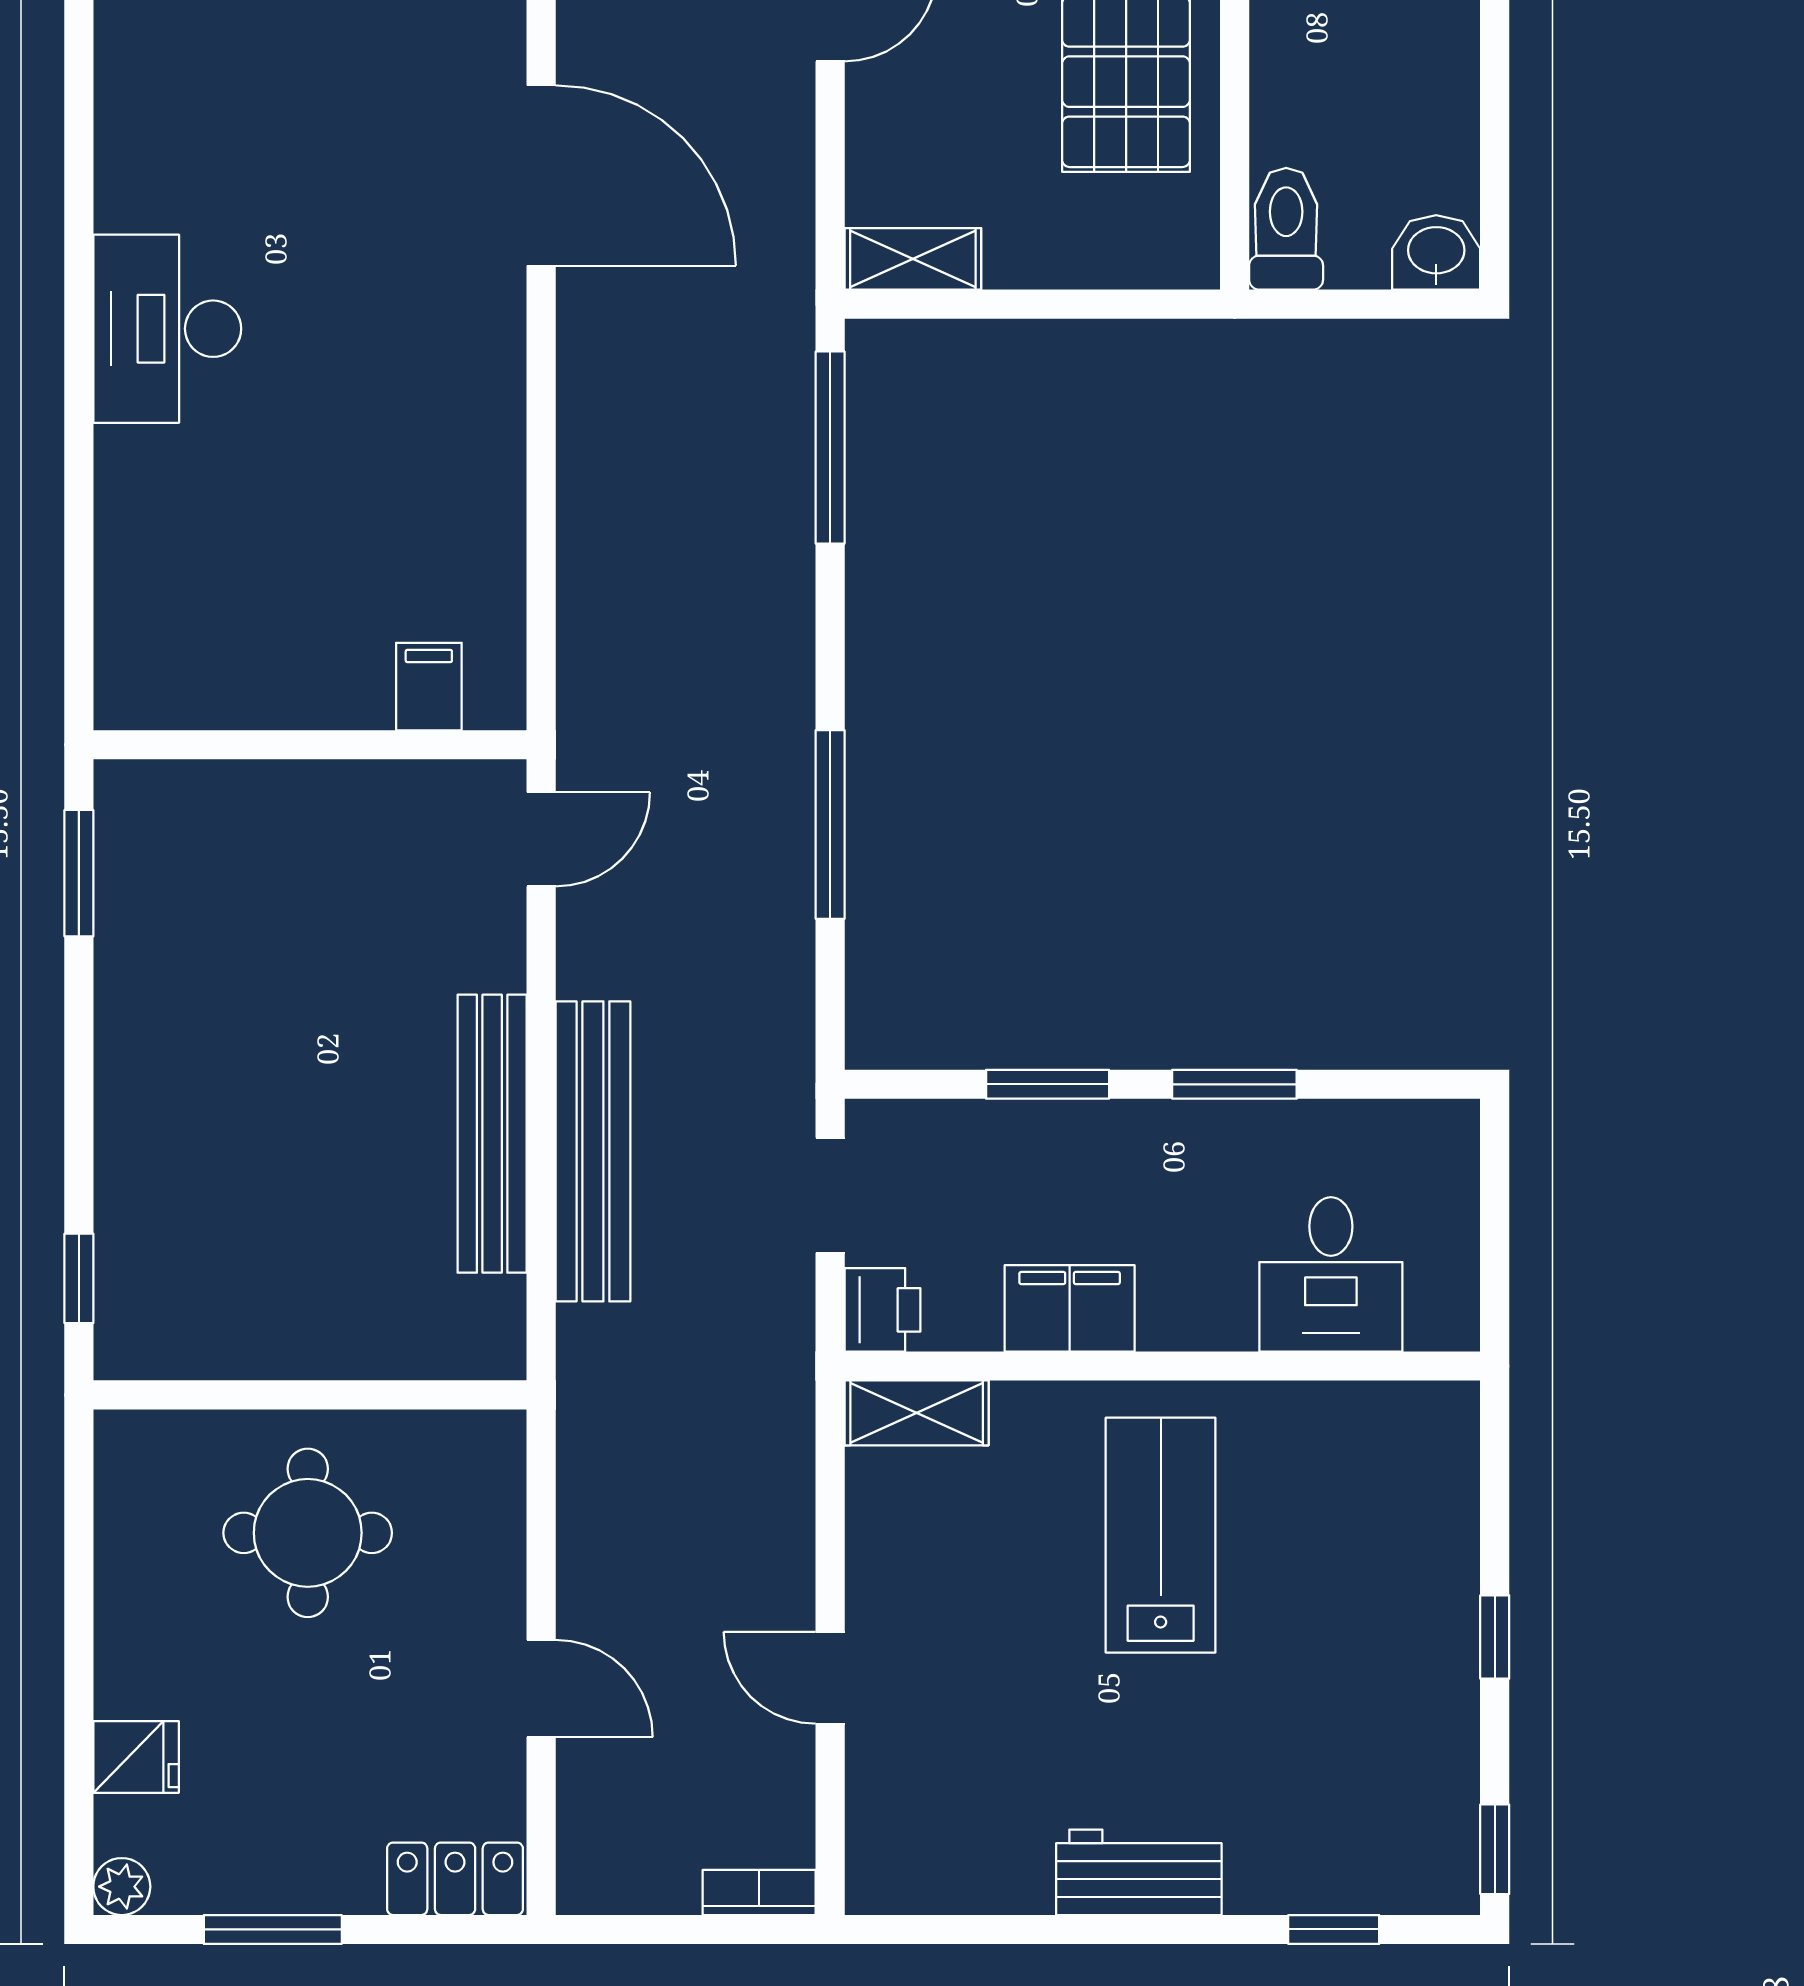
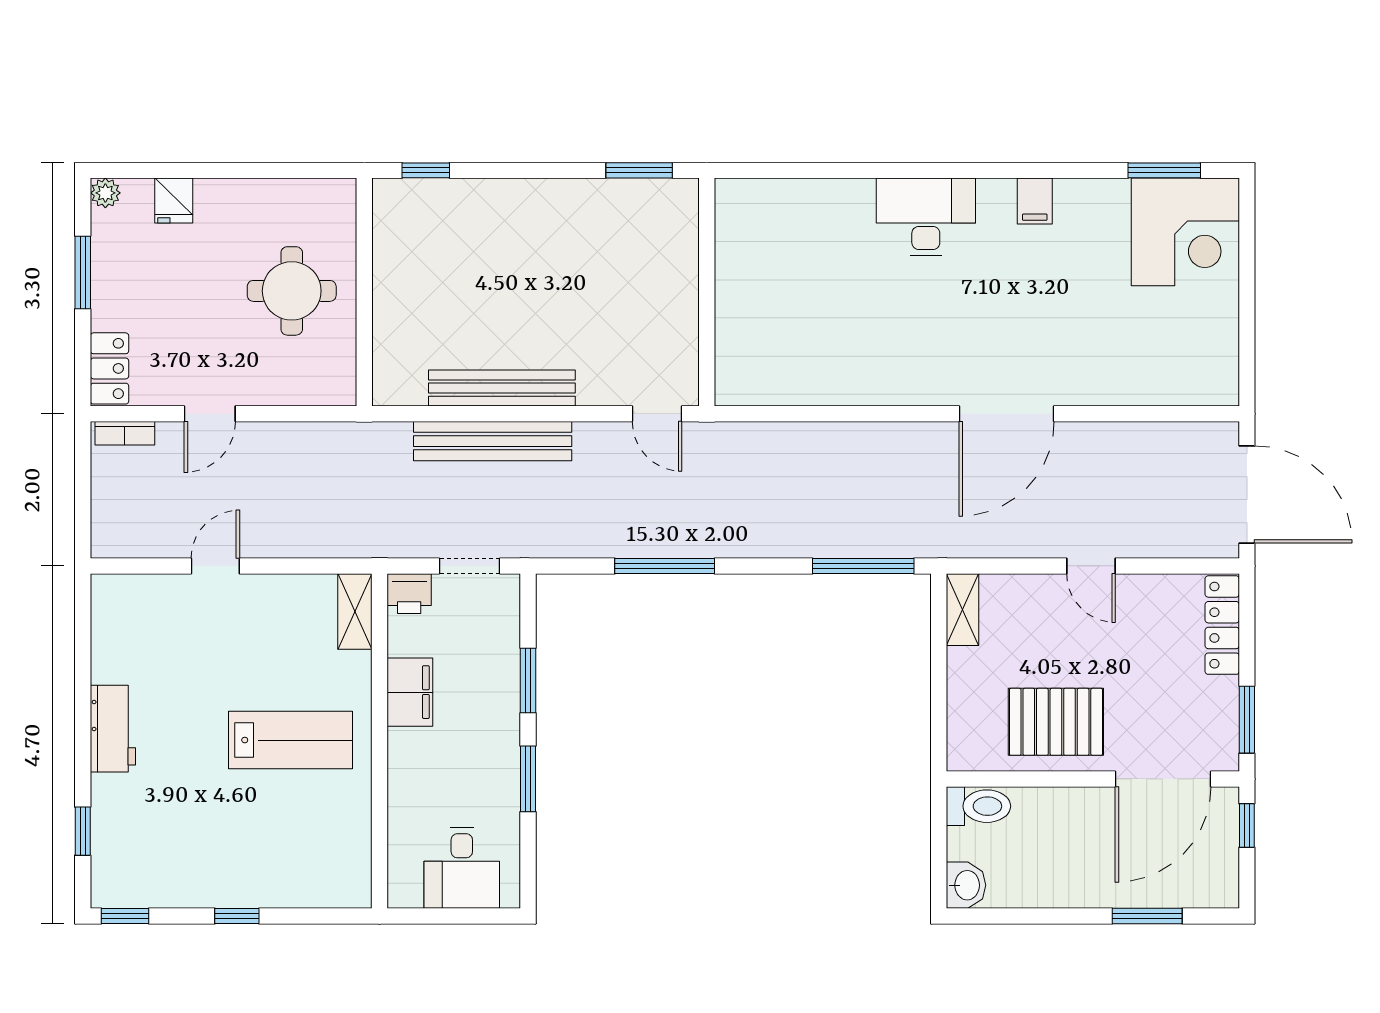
filing cabinet: (429, 687) -> (1035, 201), moved, turned 90
desk: (1331, 1274) -> (462, 868), moved, turned -90
bookcase: (759, 1892) -> (125, 433), moved, turned 90

